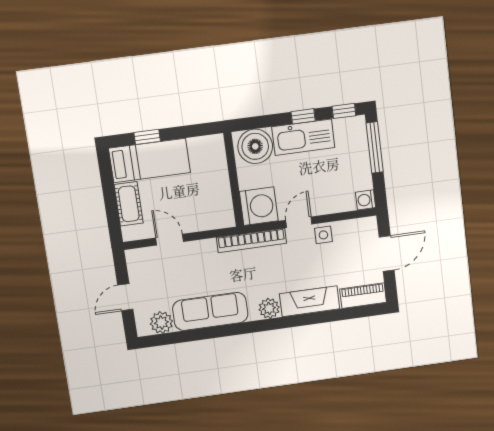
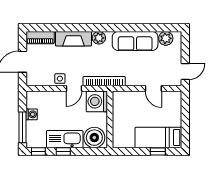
washing machine: (365, 200) -> (32, 114), moved
cot: (129, 204) -> (175, 113), removed
door: (125, 297) -> (185, 71), moved

